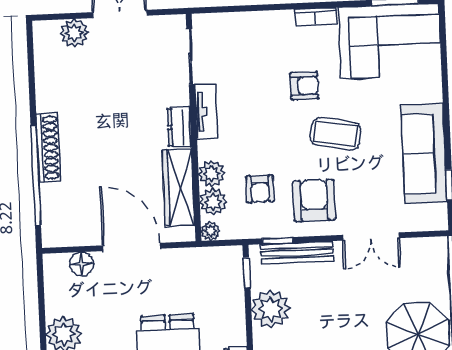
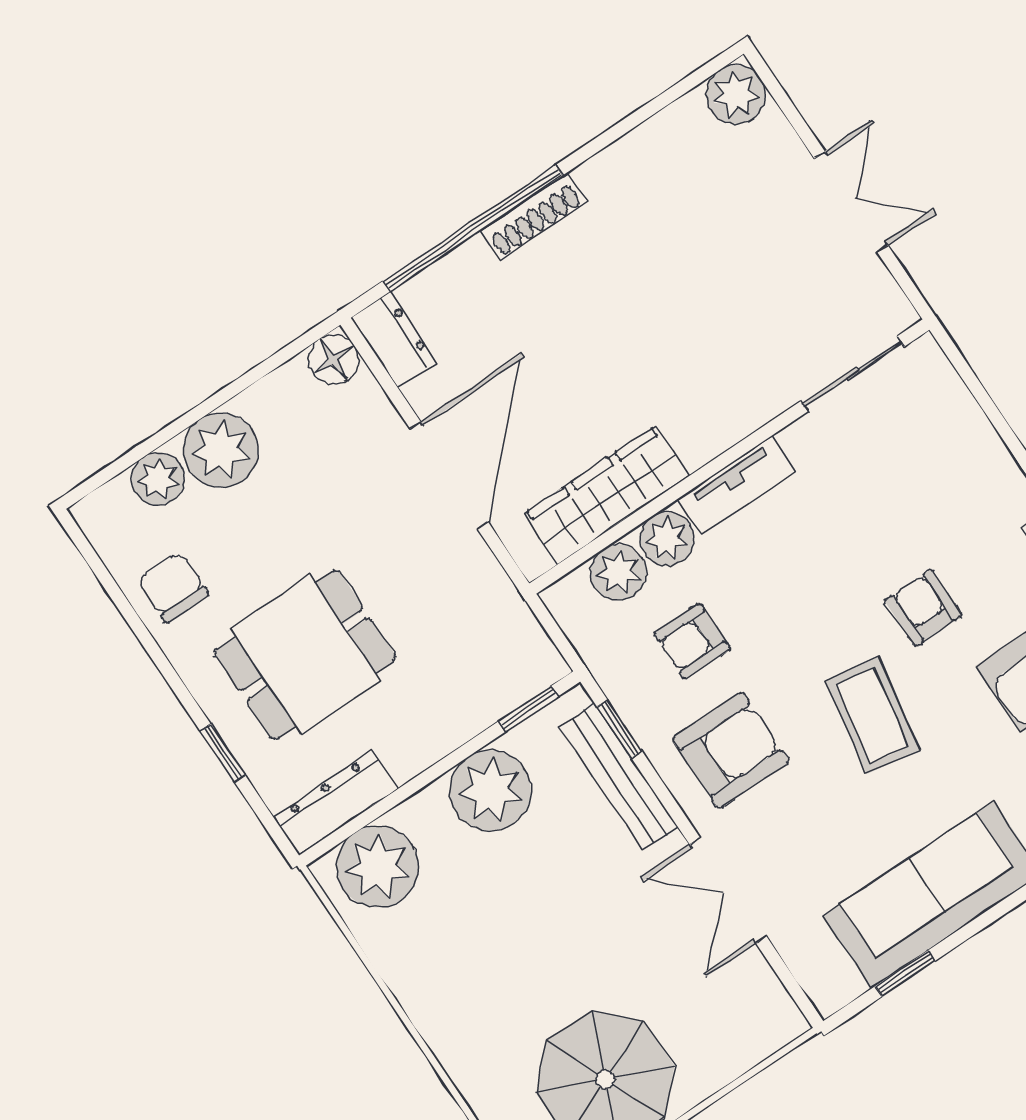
plant: (74, 33) -> (736, 94), moved
armchair: (304, 86) -> (923, 608), turned 180
tv unit: (206, 112) -> (737, 485), moved
dresser: (179, 127) -> (394, 340), moved, turned 90
shoe rack: (48, 148) -> (533, 216), width x0.74, depth x0.81
plant: (211, 231) -> (564, 599), removed
floor lamp: (81, 264) -> (334, 359), moved

